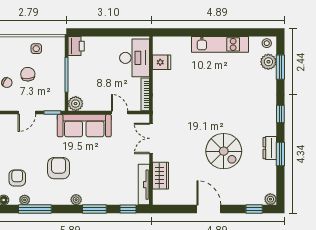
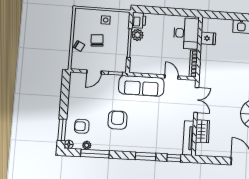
plant: (76, 104) -> (137, 35), moved
double door: (151, 138) -> (196, 100), swing flipped
armchair: (17, 178) -> (82, 126), turned -90
plant: (76, 200) -> (131, 148), removed

